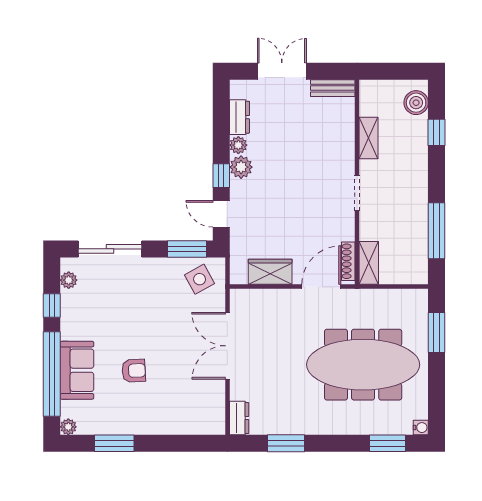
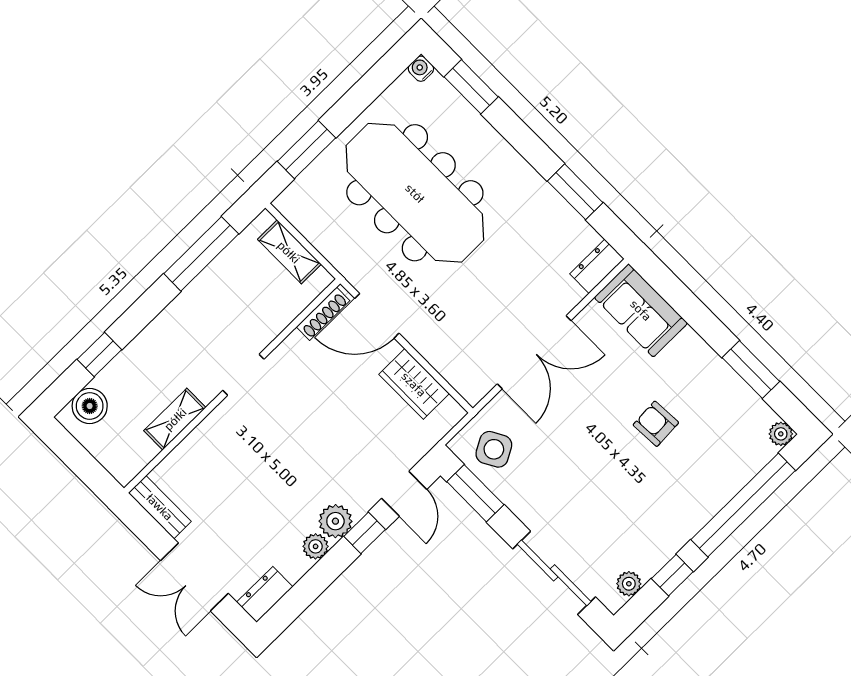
dresser: (239, 117) -> (265, 594), moved
shelving: (369, 263) -> (289, 252), moved, turned 90
sofa: (77, 370) -> (641, 310), moved, turned -90

